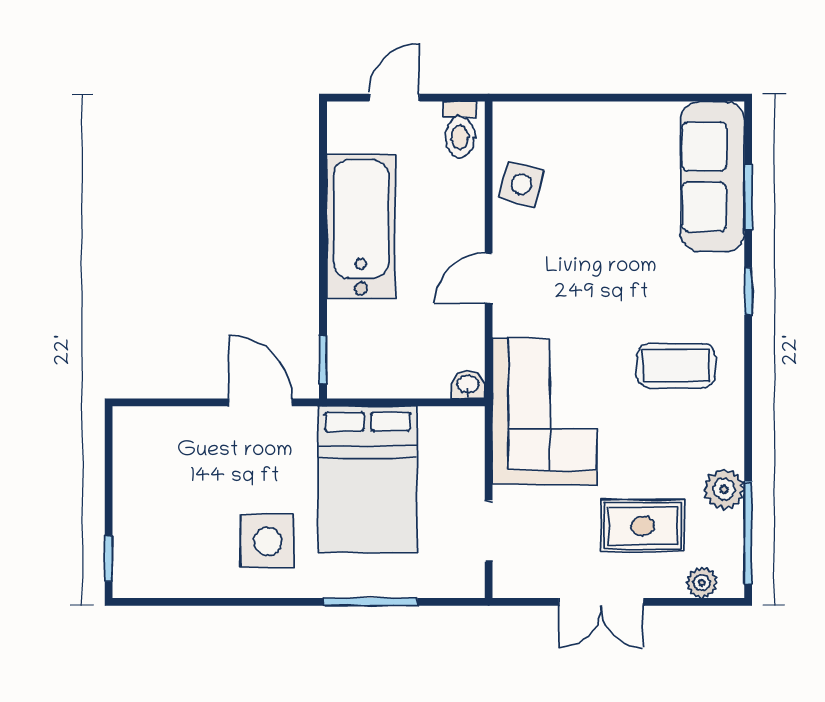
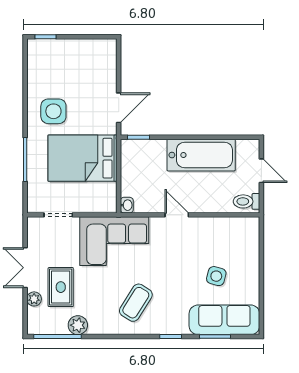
side table: (521, 184) -> (216, 276), moved
coffee table: (676, 366) -> (136, 303), turned 32
plant: (702, 583) -> (34, 299), moved

